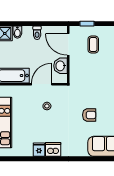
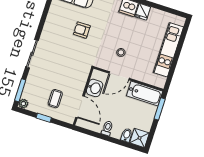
window: (87, 24) -> (44, 118), moved

